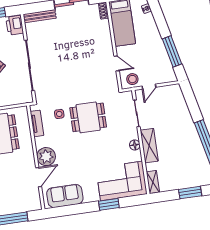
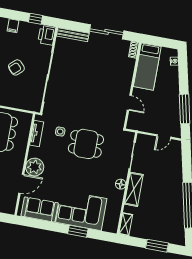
stool: (132, 79) -> (139, 122), removed
door: (149, 87) -> (164, 137), moved
corner sofa: (122, 181) -> (81, 210), moved

